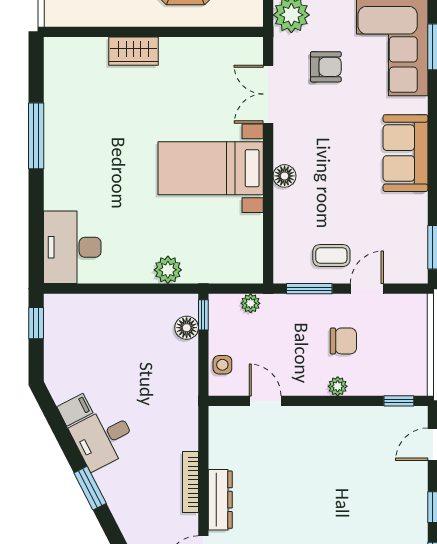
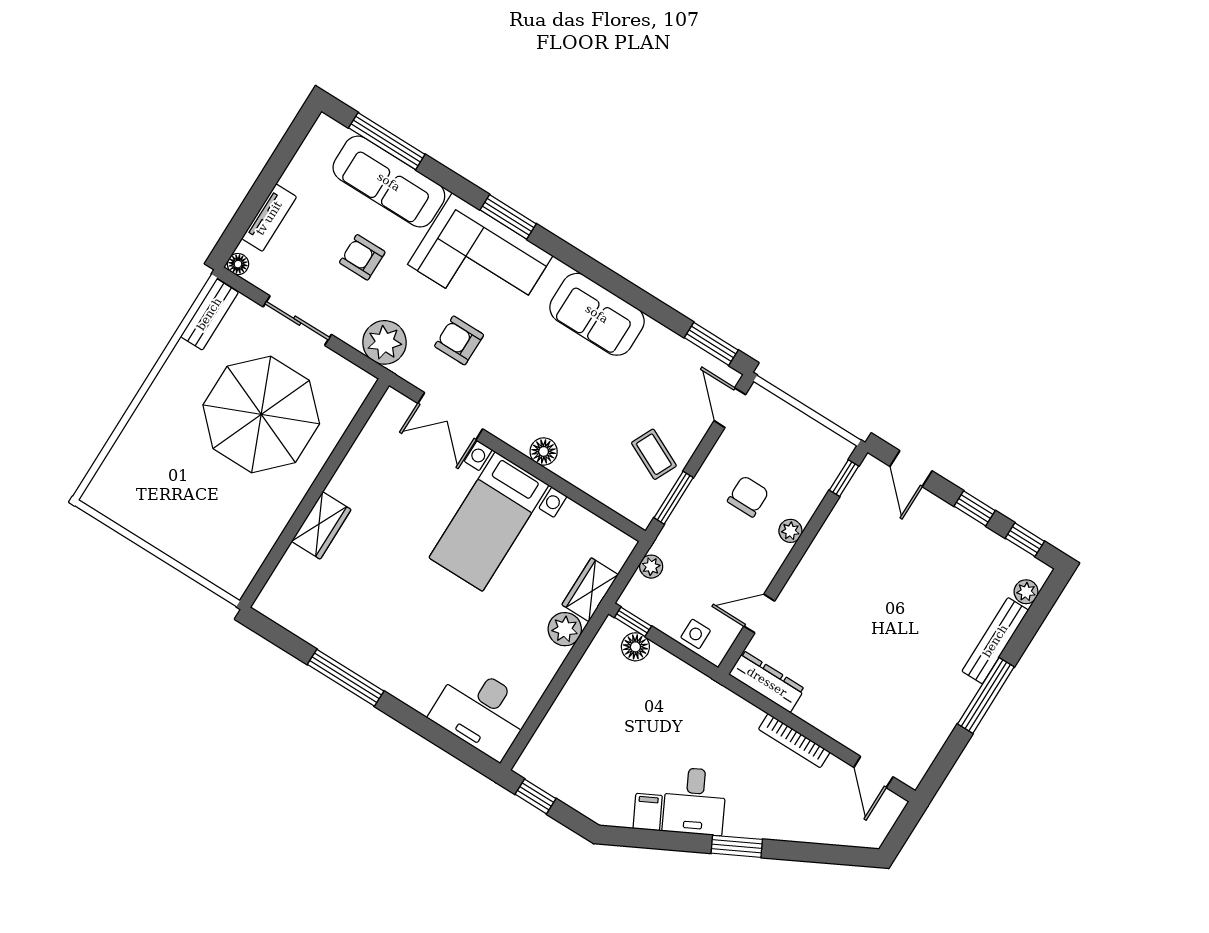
armchair: (326, 67) -> (459, 340), turned -90
coffee table: (331, 255) -> (654, 454), turned -64
wardrobe: (207, 270) -> (590, 590), added
door: (367, 289) -> (730, 408), moved
dresser: (220, 500) -> (767, 682), moved

